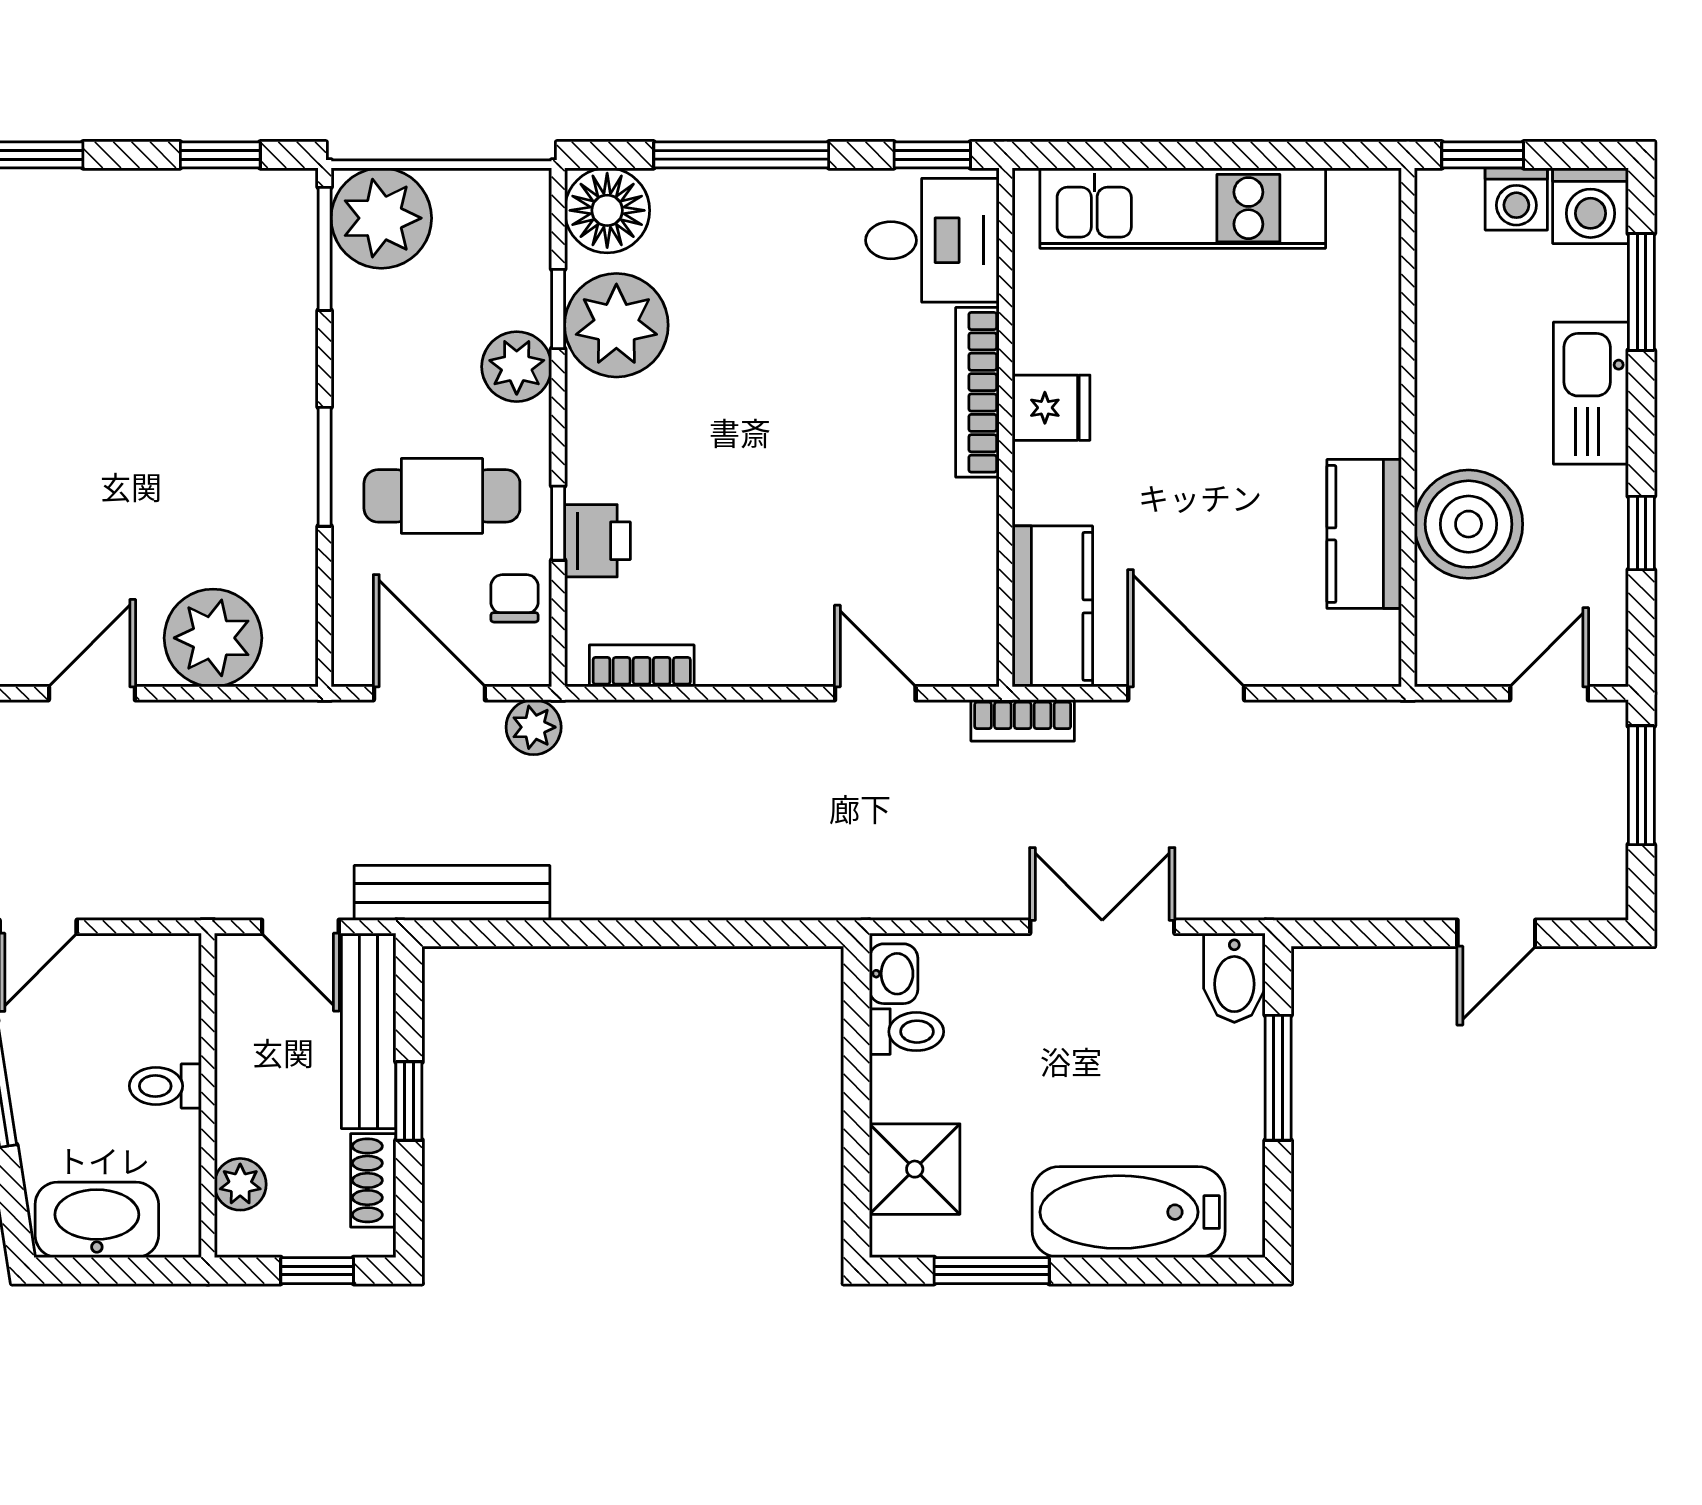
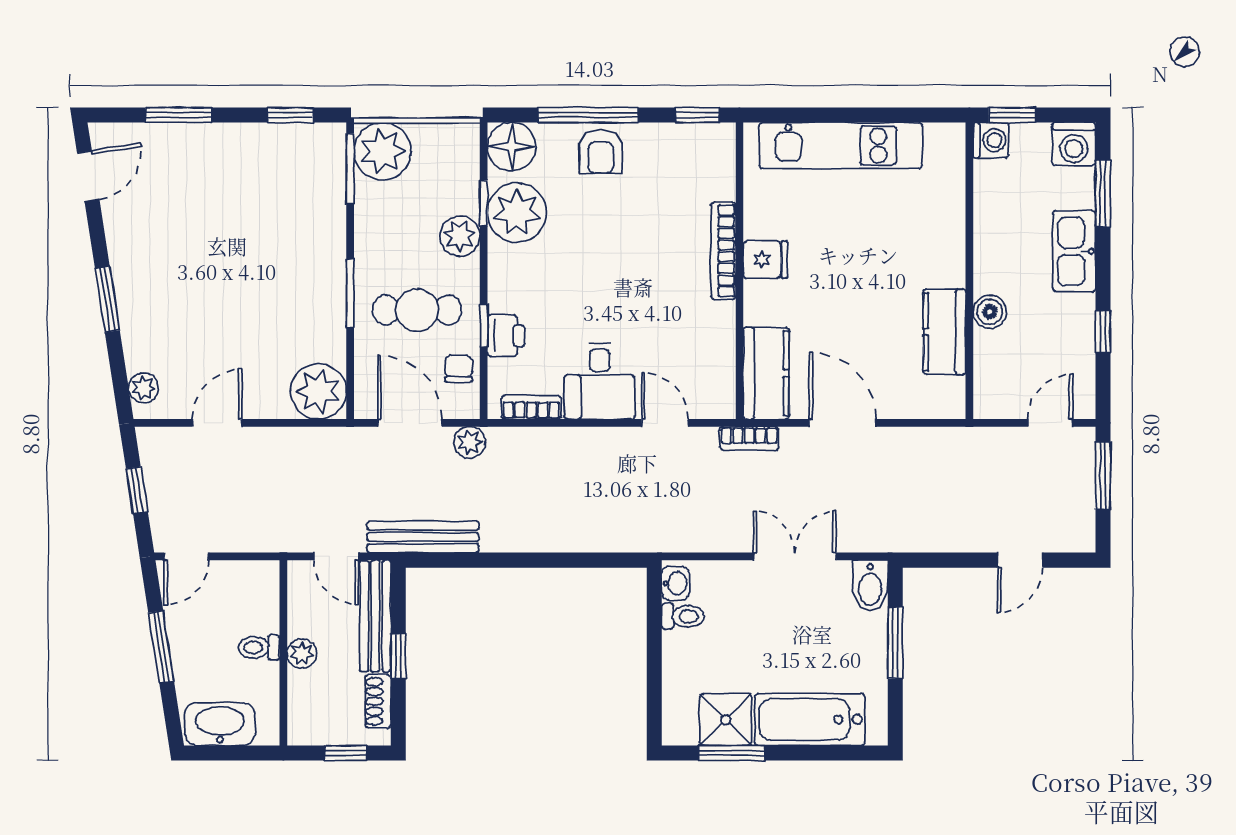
washing machine: (1516, 199) -> (991, 140), moved, turned -90
armchair: (763, 219) -> (601, 152), added
desk: (932, 240) -> (600, 381), moved, turned 90
boiler: (1469, 524) -> (990, 312), width x0.54, depth x0.54
plant: (213, 638) -> (318, 391), moved
shower: (915, 1169) -> (726, 720), moved
plant: (240, 1184) -> (302, 654), moved

